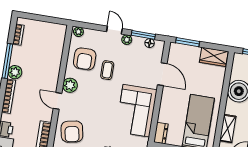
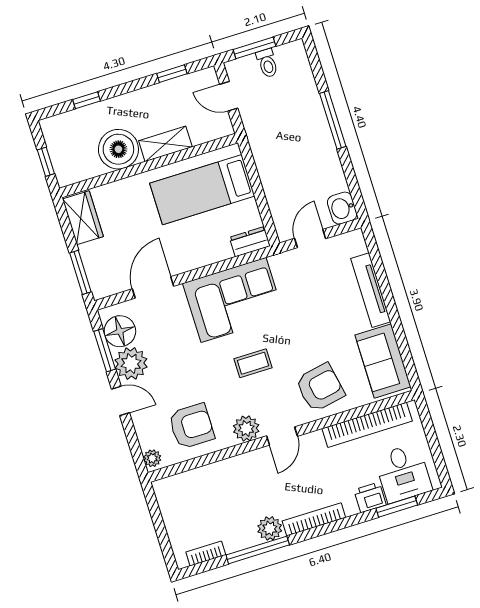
door: (114, 30) -> (120, 401), swing flipped
plant: (127, 40) -> (131, 363), width x1.88, depth x1.88
floor lamp: (150, 43) -> (120, 331), width x1.89, depth x1.89
coffee table: (107, 70) -> (253, 363), moved
shelving: (228, 129) -> (165, 144), moved

